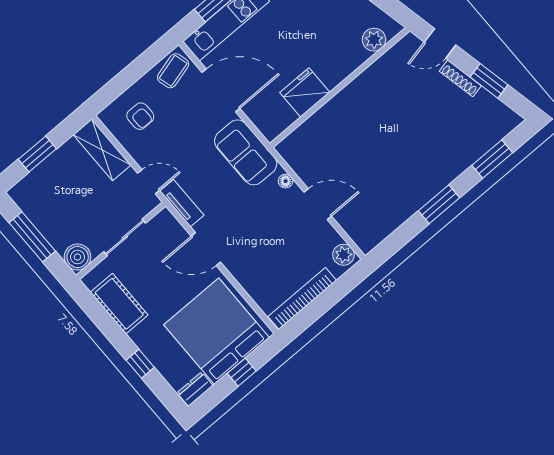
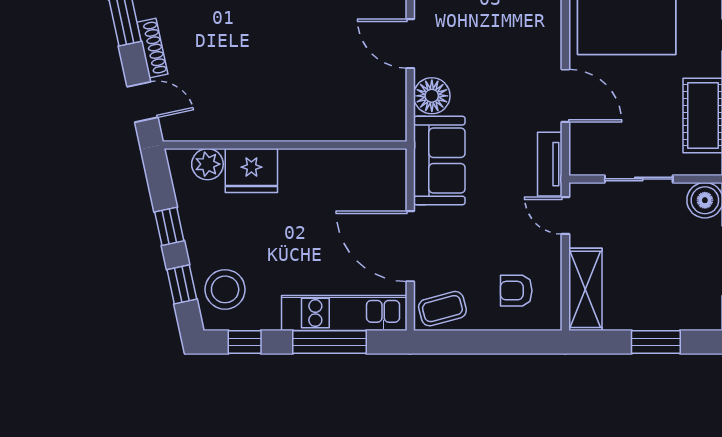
fridge: (305, 92) -> (251, 171), moved
armchair: (140, 116) -> (516, 291), turned -90
floor lamp: (286, 181) -> (432, 96), width x1.89, depth x1.89

